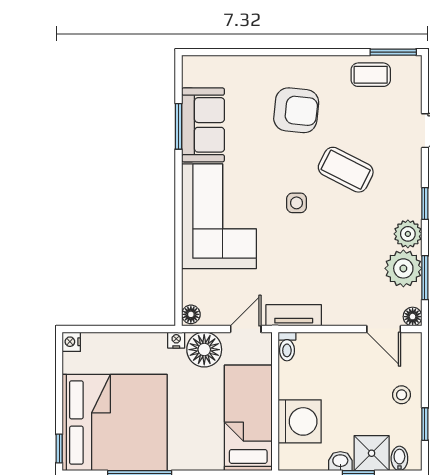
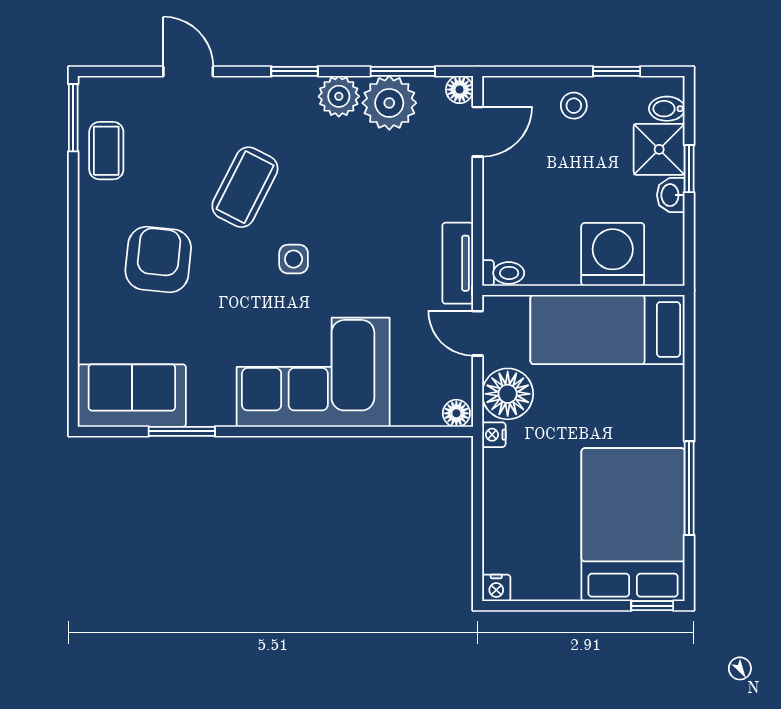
sofa: (203, 125) -> (132, 396), moved
bed: (115, 423) -> (633, 525), width x0.73

